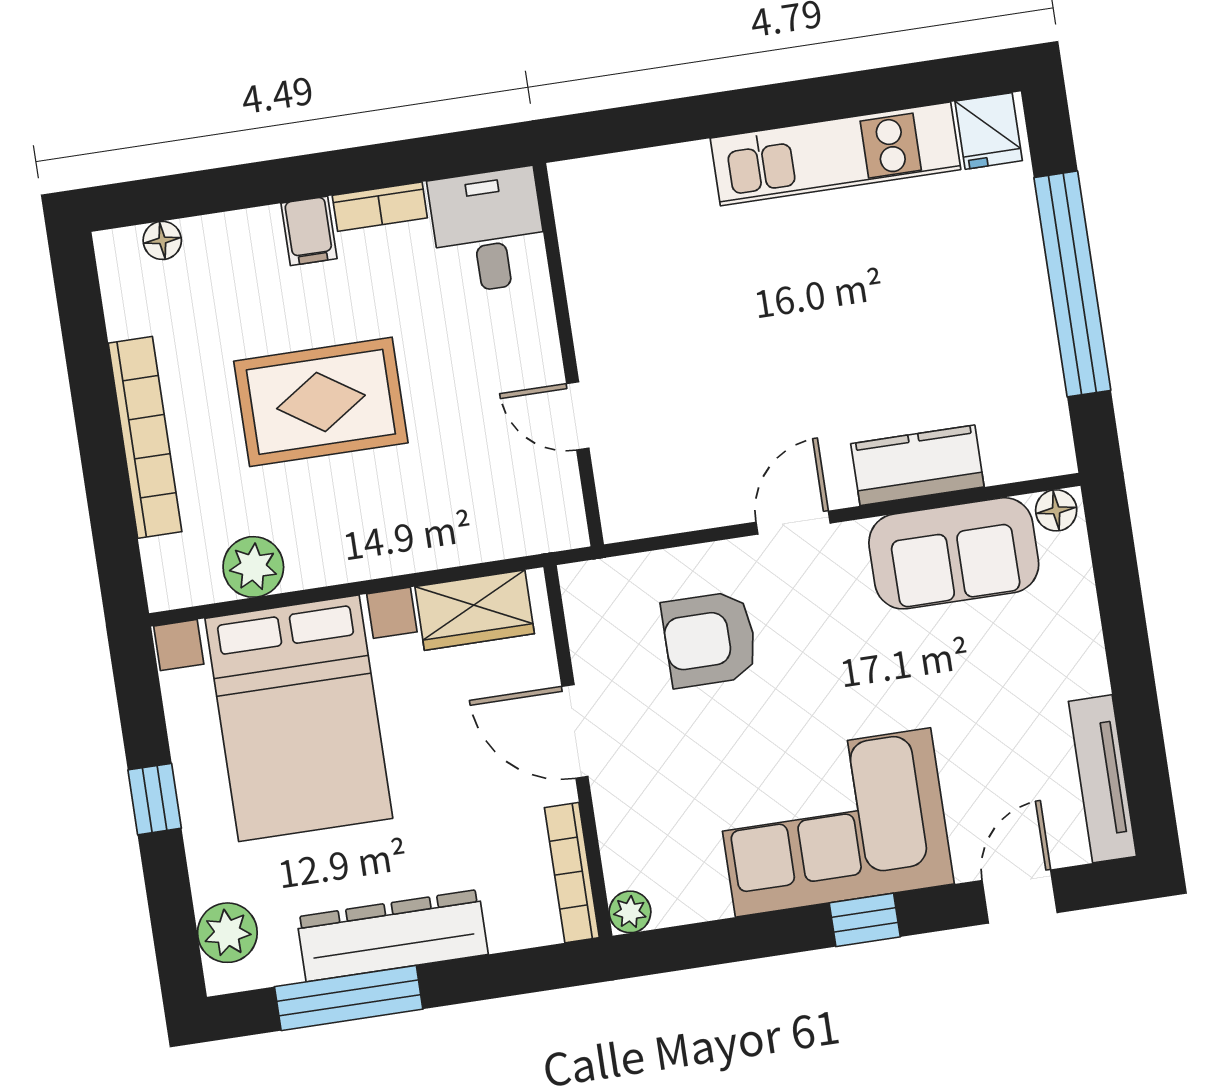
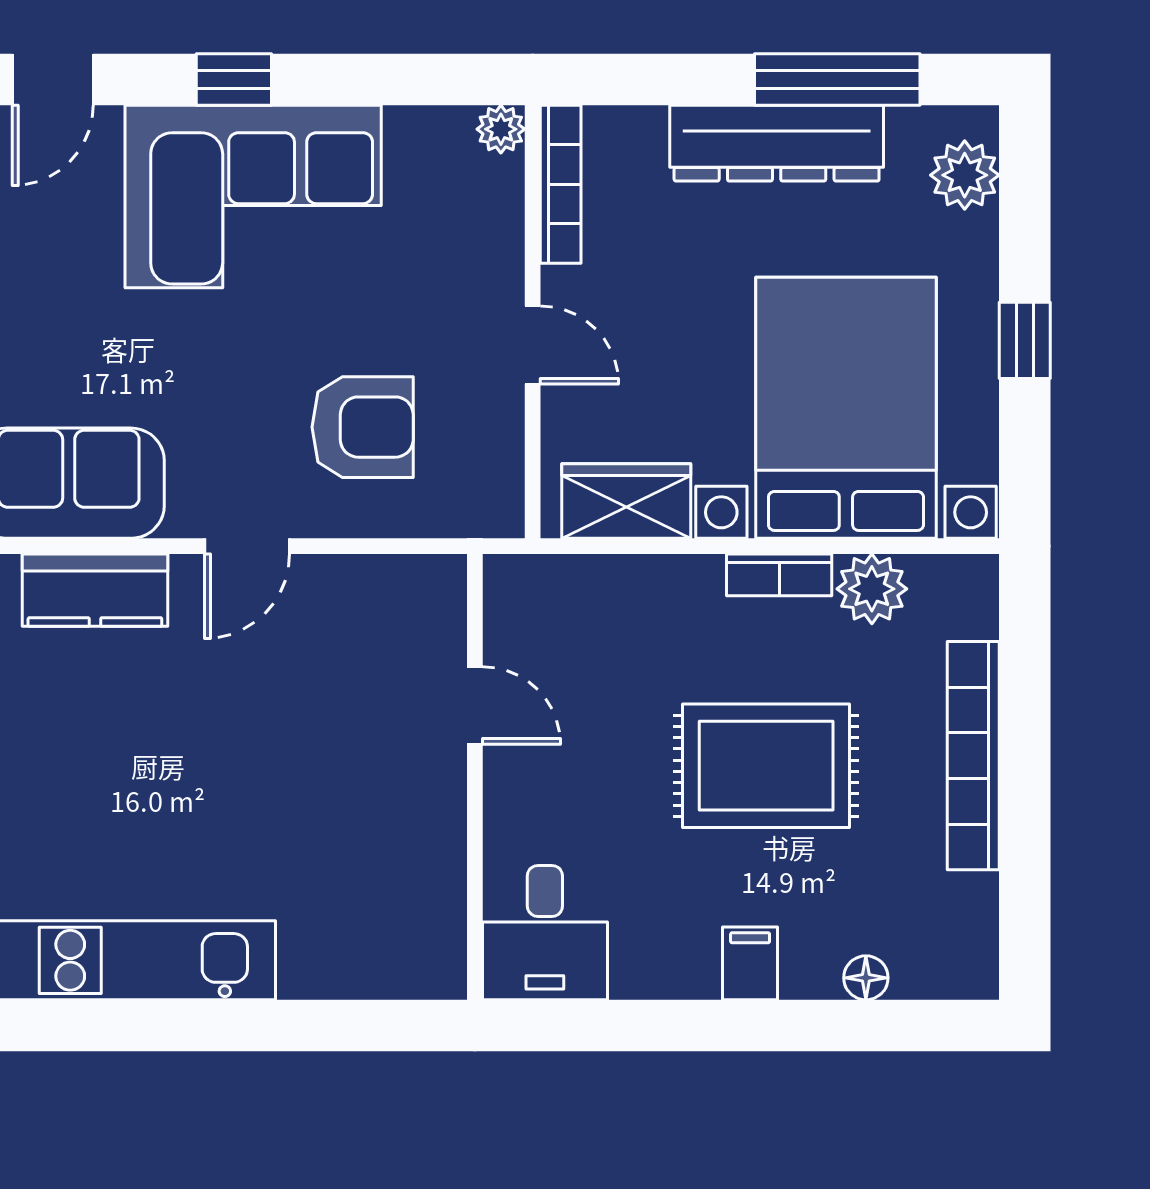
bookcase: (380, 207) -> (779, 575), moved, turned 180
floor lamp: (162, 240) -> (866, 978), moved
door: (575, 731) -> (533, 345), width x0.73

